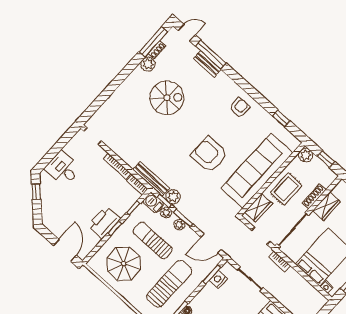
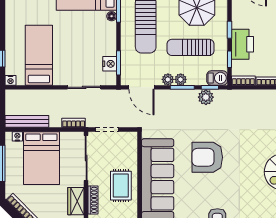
armchair: (209, 155) -> (207, 157), turned 180
bench: (151, 179) -> (27, 121), moved
wardrobe: (259, 208) -> (129, 151), removed
plant: (166, 213) -> (168, 79), moved
printer: (104, 222) -> (242, 44), moved
sun lounger: (153, 240) -> (190, 47), turned 180
door: (211, 243) -> (141, 87), swing flipped

